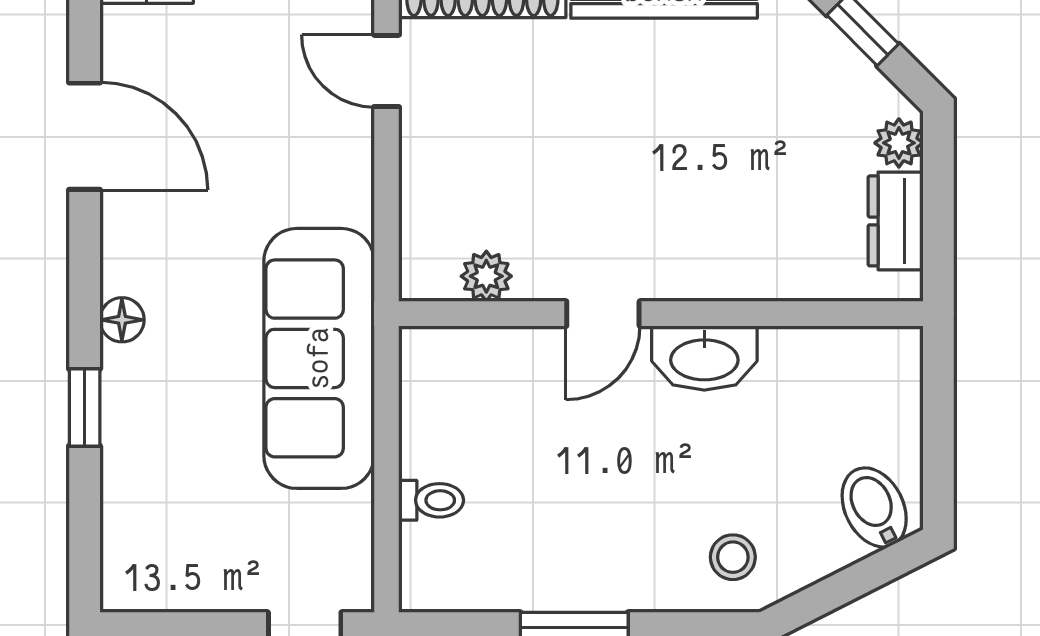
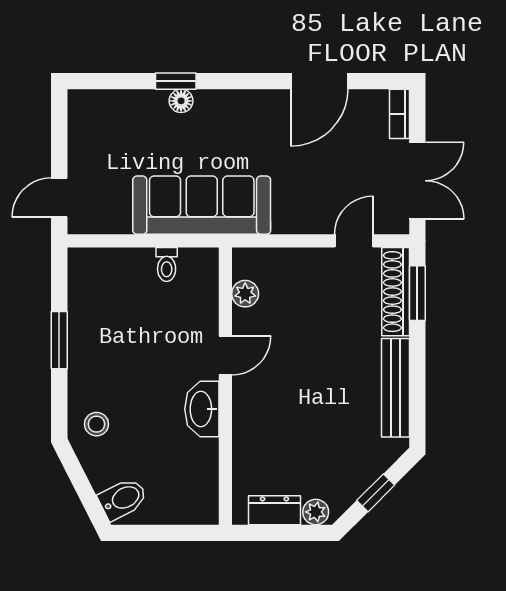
door: (603, 314) -> (225, 355), swing flipped
floor lamp: (122, 320) -> (181, 101), moved
toilet: (431, 500) -> (167, 264), moved

